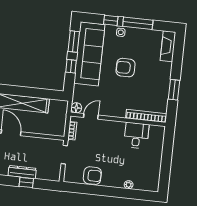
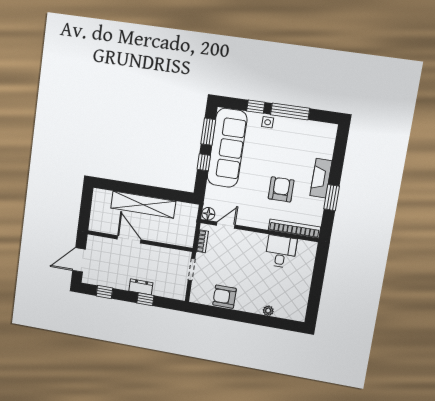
fireplace: (168, 46) -> (321, 178), moved
armchair: (125, 68) -> (281, 189), moved, turned 90
dresser: (22, 172) -> (141, 287), width x0.70
armchair: (92, 176) -> (225, 297), turned 180

